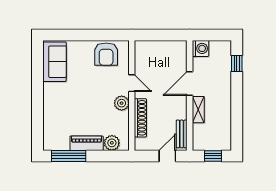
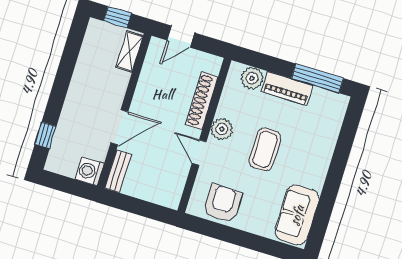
coffee table: (89, 98) -> (265, 149), added
shelving: (198, 110) -> (129, 52), moved
bench: (182, 134) -> (118, 171), moved

